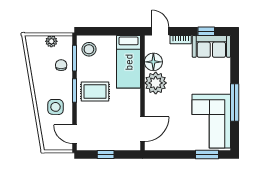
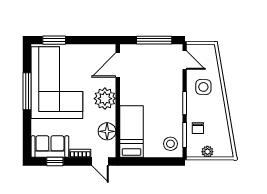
plant: (156, 83) -> (105, 99), moved
rug: (95, 92) -> (164, 102), removed
corner sofa: (211, 121) -> (57, 83), width x1.36, depth x1.36
window: (106, 155) -> (154, 40), width x2.17

